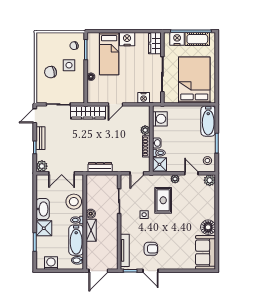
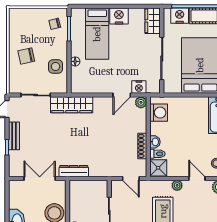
side table: (69, 65) -> (56, 66), moved
door: (115, 104) -> (122, 95), moved
plant: (145, 130) -> (141, 102), moved
plant: (42, 166) -> (16, 170), removed
dresser: (100, 167) -> (74, 171), moved
double door: (62, 173) -> (40, 178), swing flipped
door: (137, 173) -> (131, 178), hinge flipped

